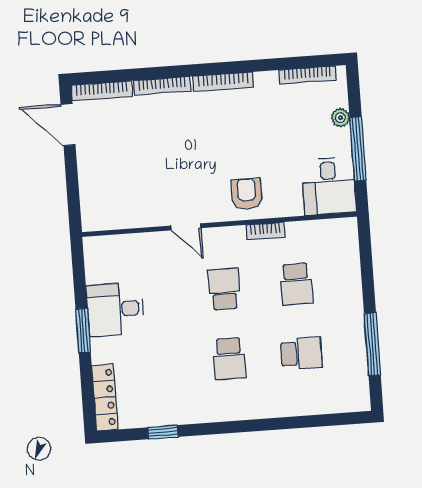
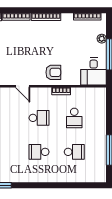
armchair: (247, 194) -> (53, 72), turned 90
school desk: (224, 289) -> (39, 118), turned 90
school desk: (229, 359) -> (39, 152), turned 90

